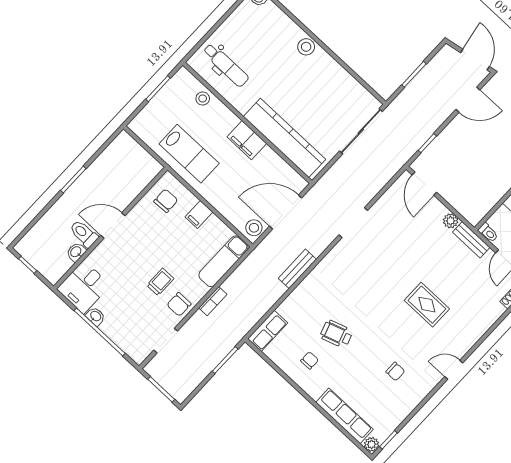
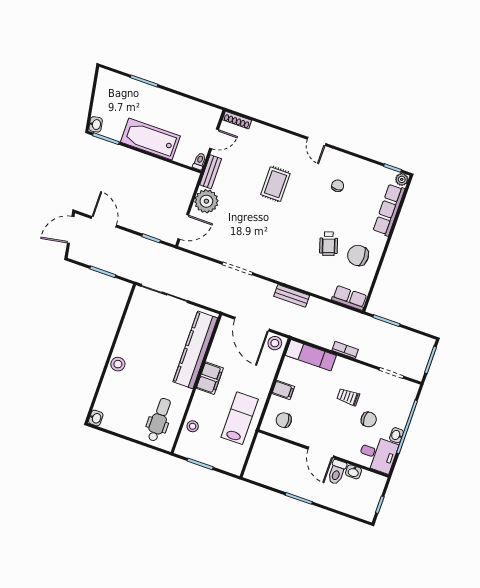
plant: (451, 221) -> (206, 201), width x1.88, depth x1.88
chair: (179, 304) -> (369, 419), moved
chair: (310, 360) -> (358, 255), width x1.87, depth x1.87

